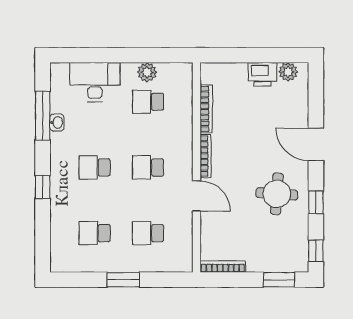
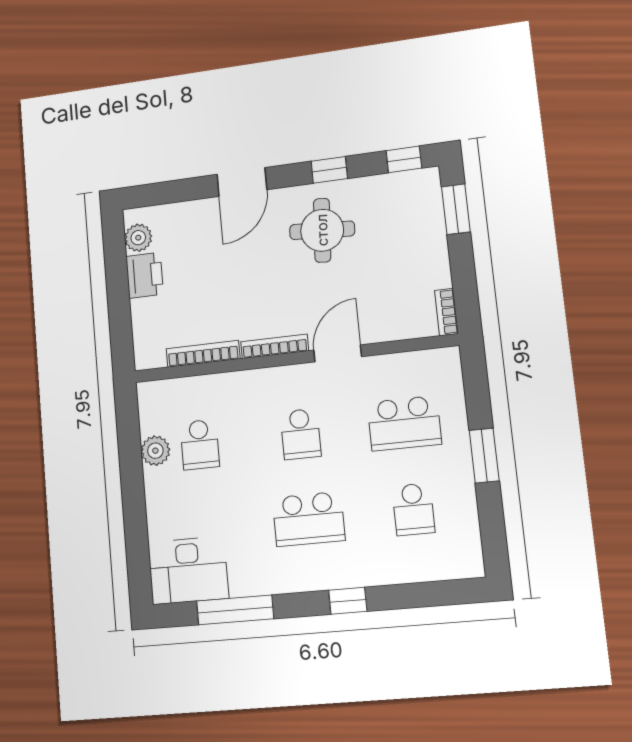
desk: (95, 82) -> (188, 570), moved, turned -90
washbasin: (57, 123) -> (244, 586), removed
school desk: (95, 167) -> (309, 519), width x1.85
school desk: (148, 233) -> (404, 423), width x1.85
bookcase: (223, 267) -> (446, 312), width x0.64

